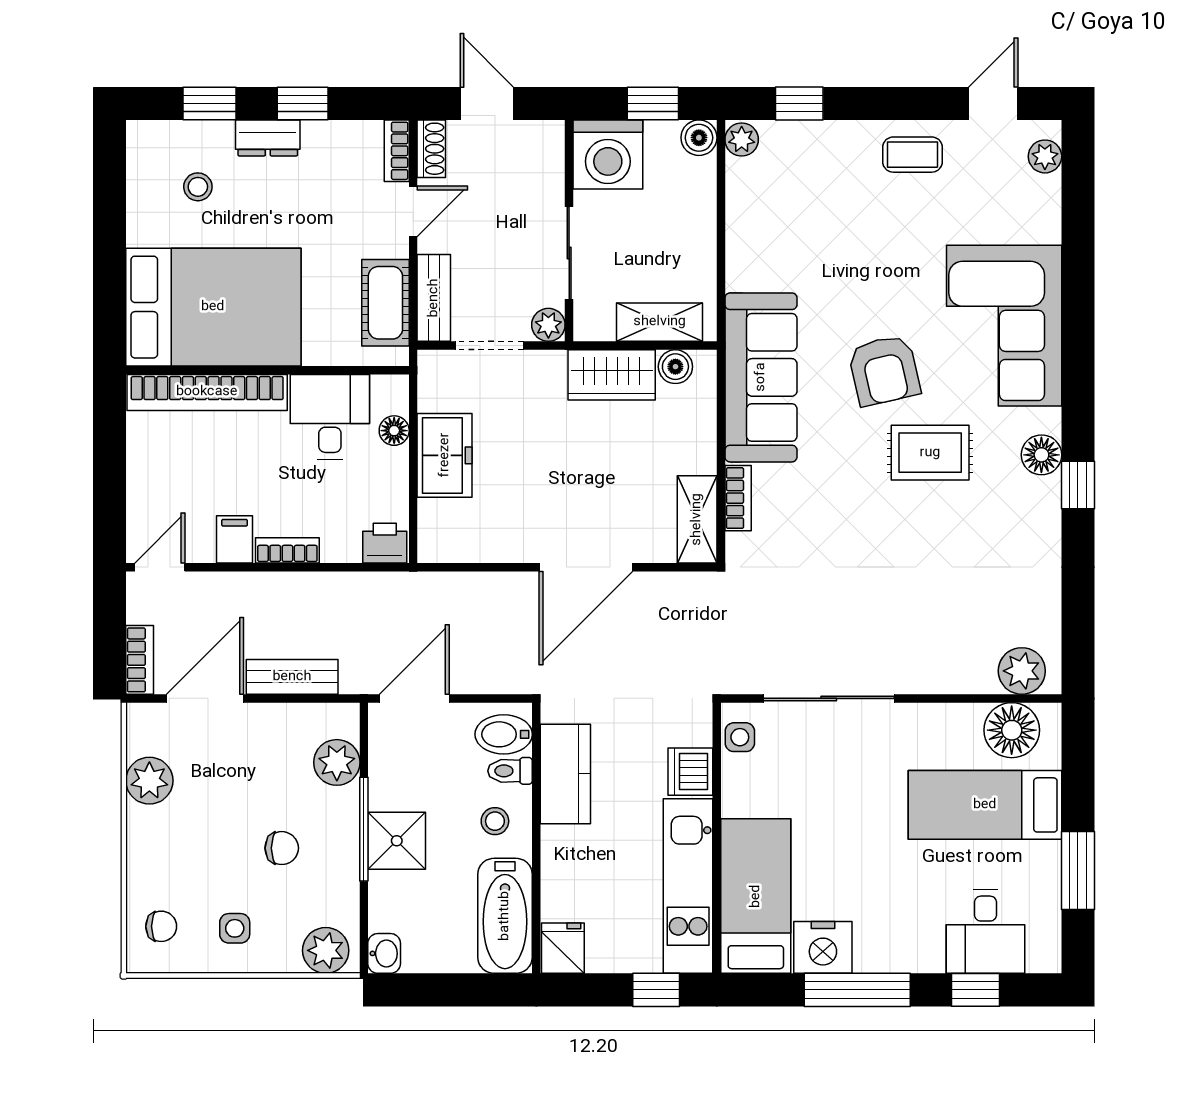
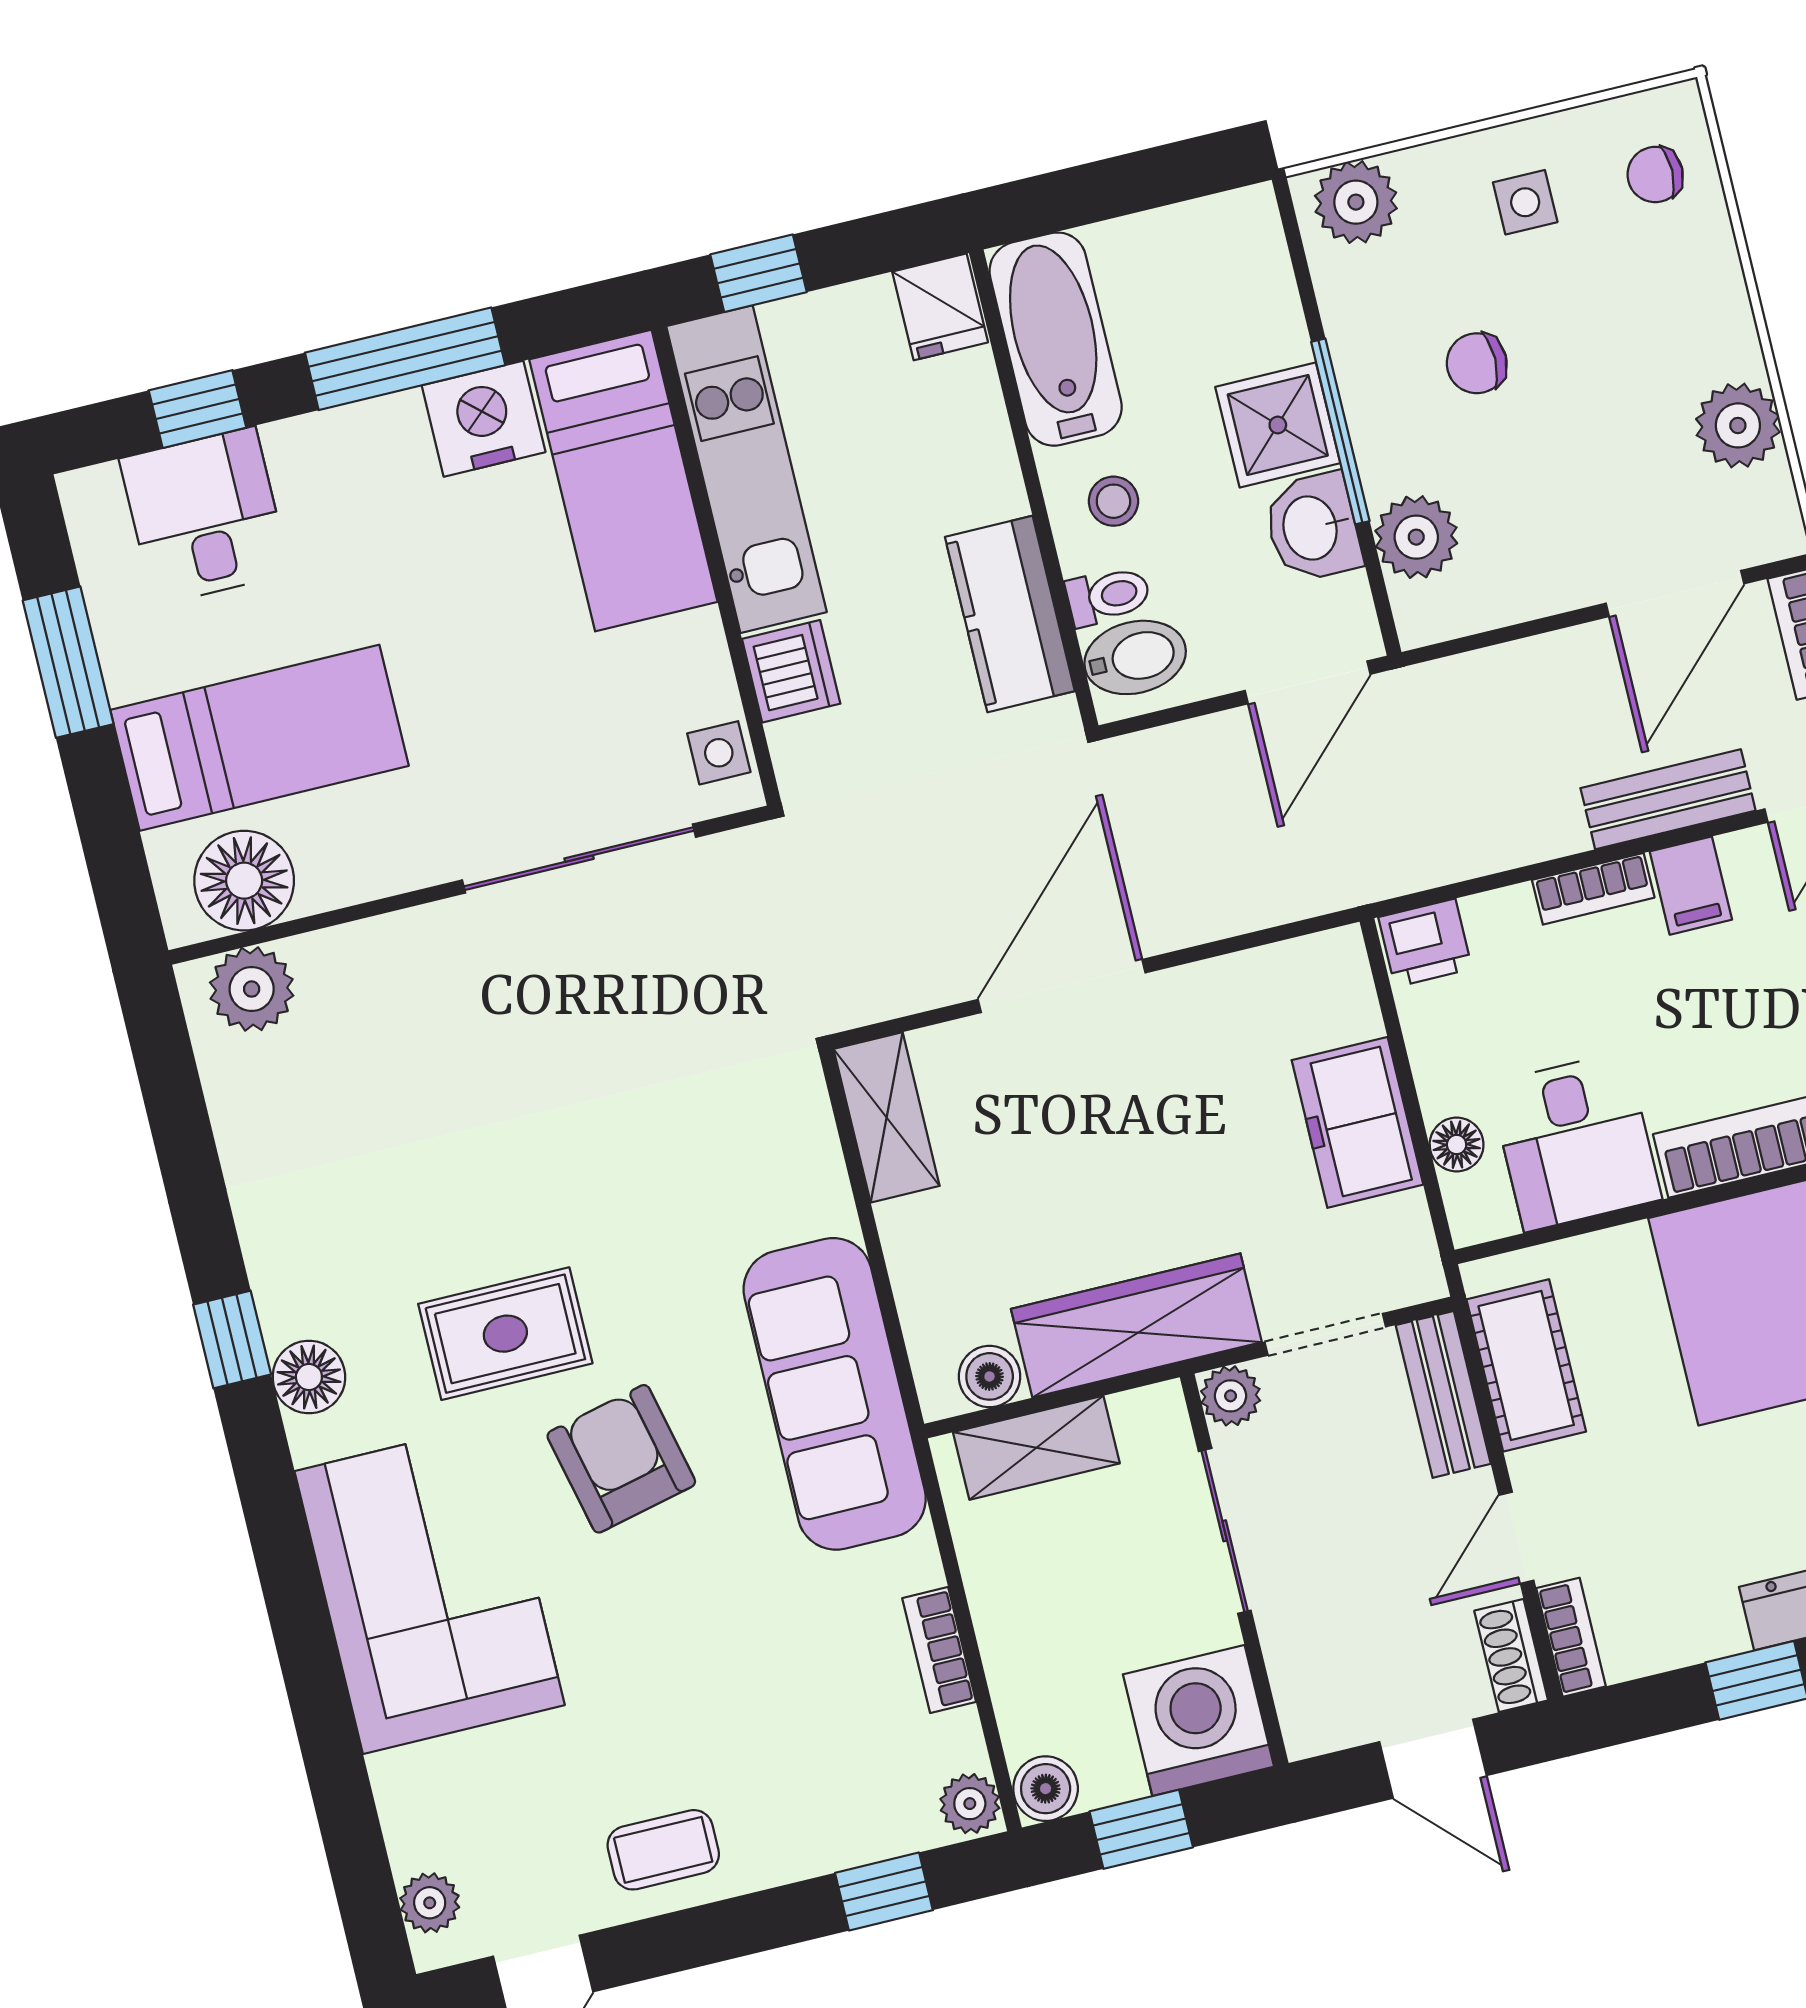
wardrobe: (612, 375) -> (1136, 1326), width x1.50
bookcase: (738, 498) -> (939, 1650), moved
bench: (292, 677) -> (1668, 799), moved
washbasin: (384, 953) -> (1312, 527), moved, width x1.38, depth x1.45

